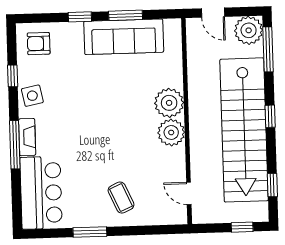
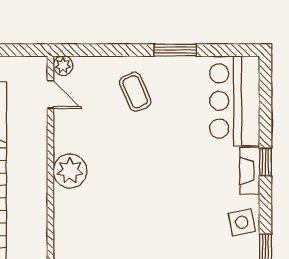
plant: (169, 103) -> (63, 66), moved, width x0.53, depth x0.53
window: (15, 145) -> (265, 162), width x0.46

